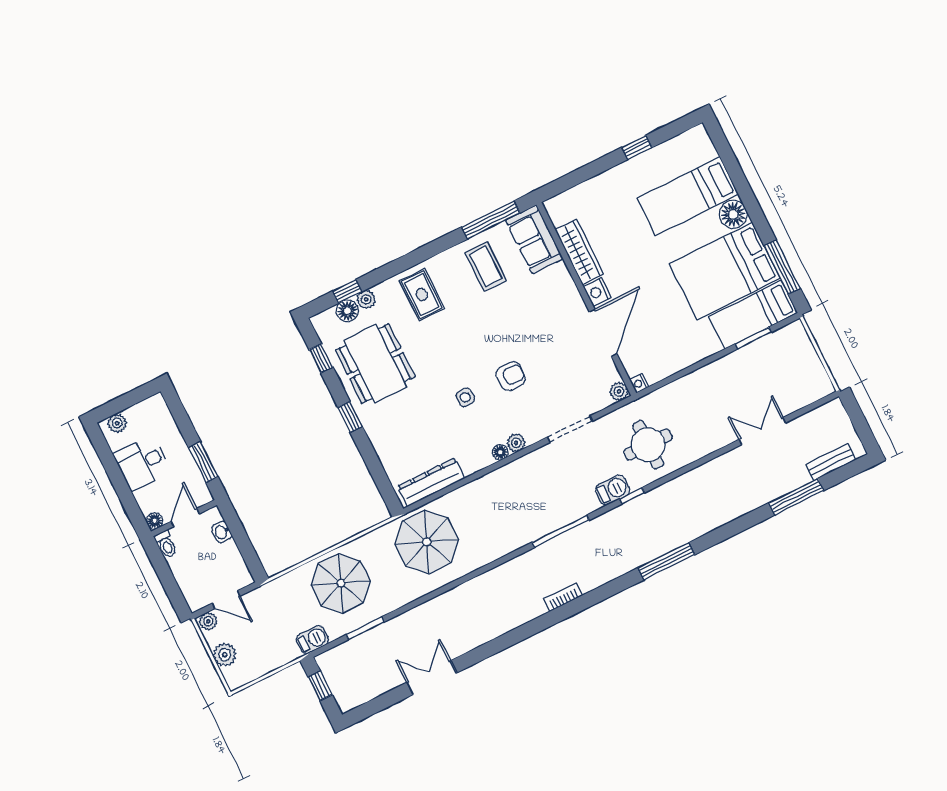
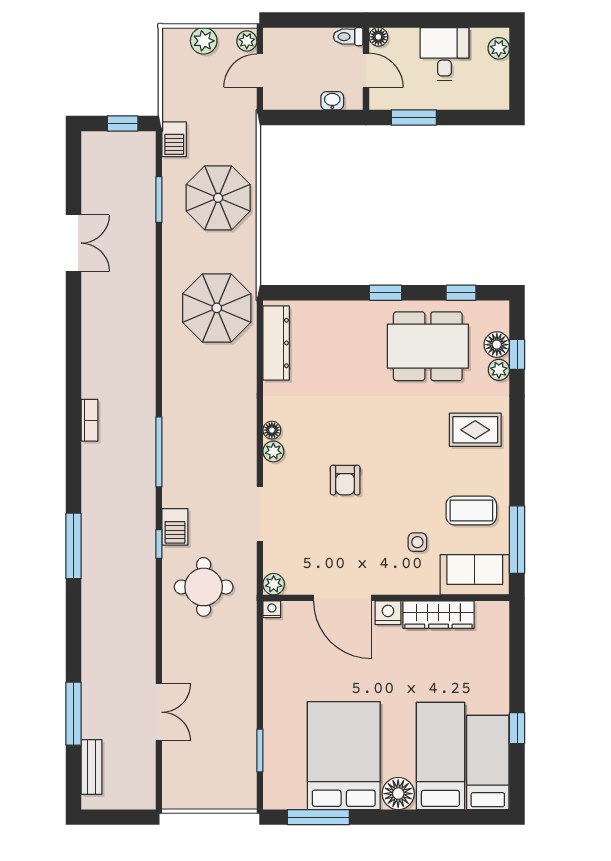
bed: (753, 315) -> (488, 762), moved
side table: (465, 397) -> (417, 542), moved

